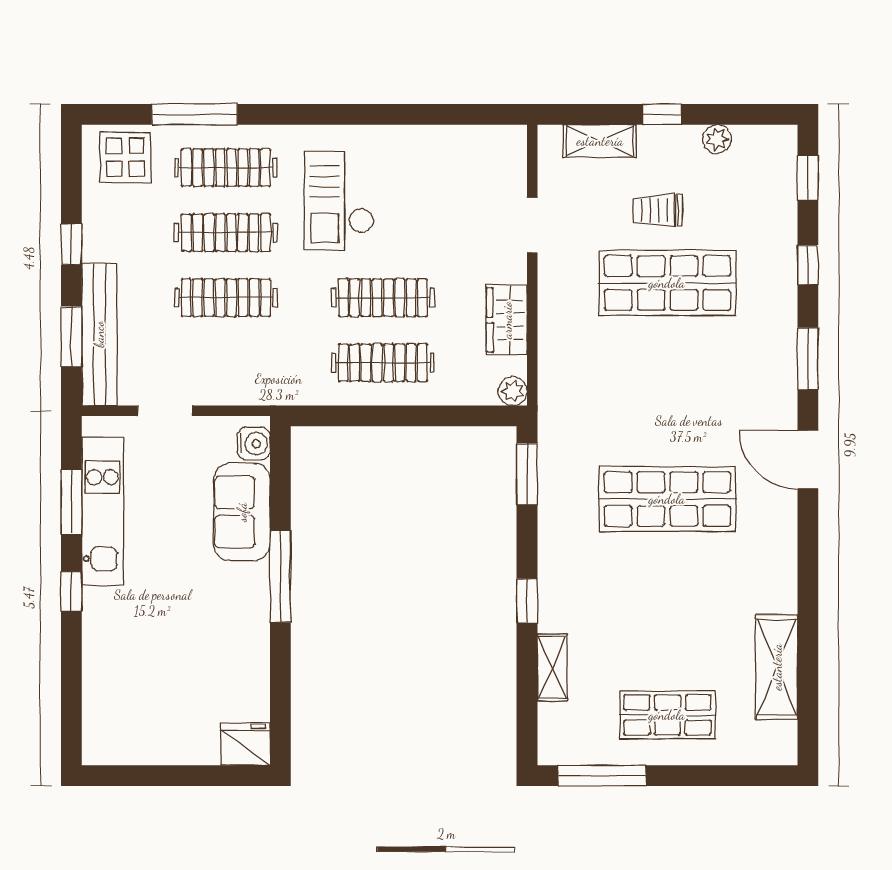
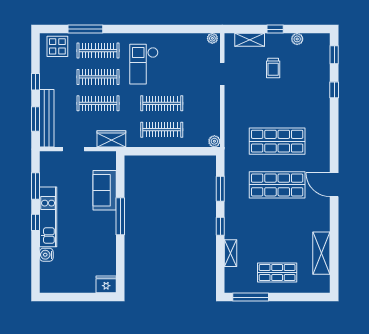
plant: (508, 138) -> (212, 38), added
trolley: (658, 210) -> (273, 68), turned -90
shop shelf: (667, 283) -> (277, 141), moved
wardrobe: (507, 320) -> (111, 139), moved, turned 90
window: (808, 359) -> (334, 128), removed
water cooler: (254, 444) -> (46, 255), moved, turned 180
door: (808, 460) -> (334, 185), moved
window: (527, 474) -> (220, 189), moved
kitchen unit: (103, 511) -> (48, 217), moved

